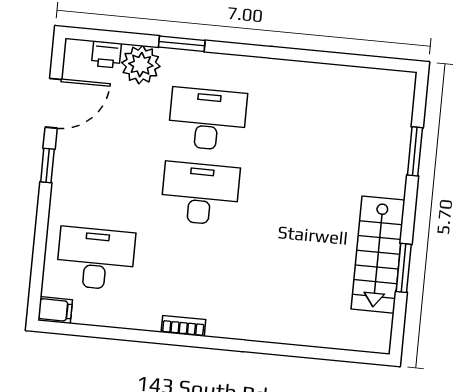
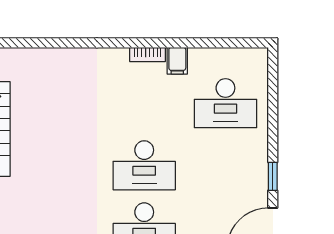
filing cabinet: (55, 310) -> (177, 61), moved, turned -90

